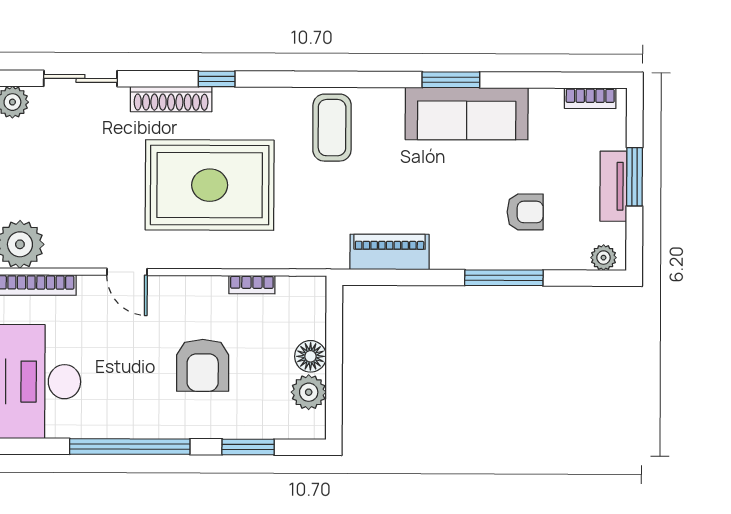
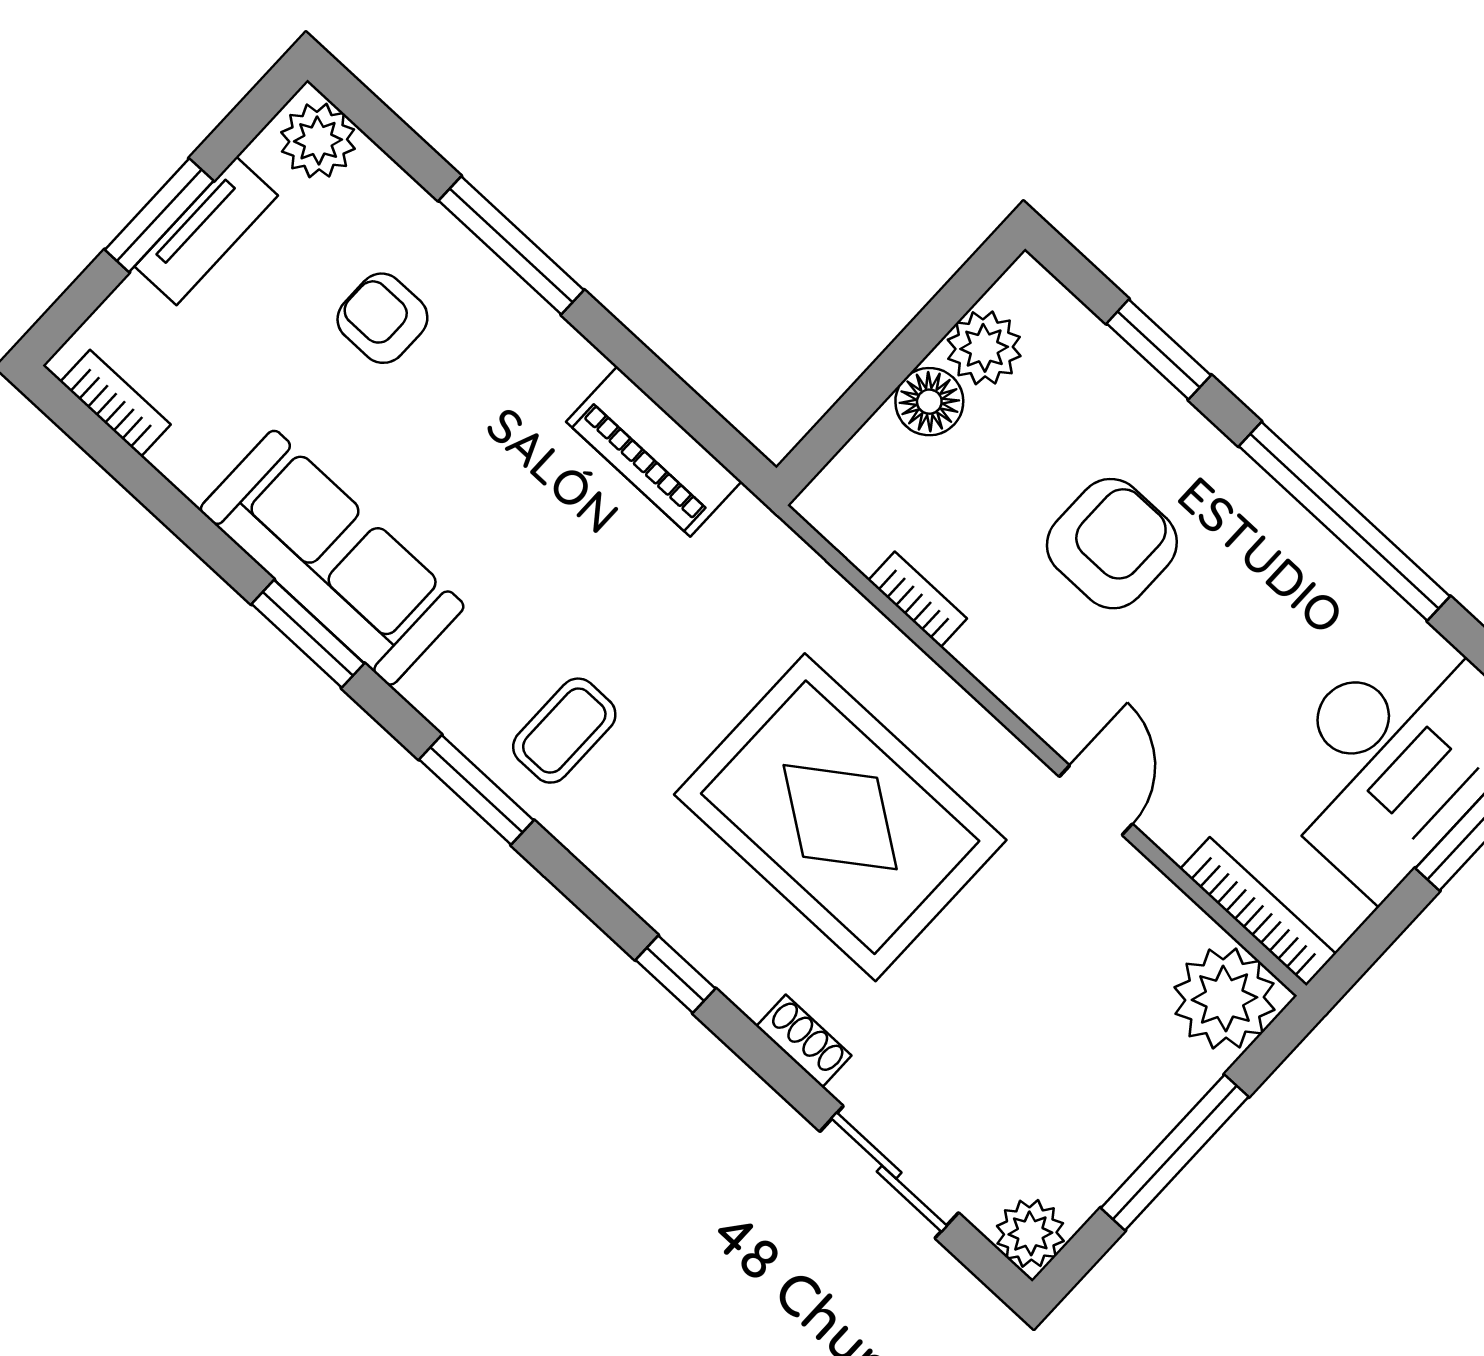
window: (344, 79) -> (476, 790), added
shoe rack: (171, 99) -> (804, 1041), width x0.51, depth x0.81
coffee table: (332, 128) -> (564, 731), width x0.73, depth x0.77
plant: (604, 258) -> (318, 141), width x1.38, depth x1.38

